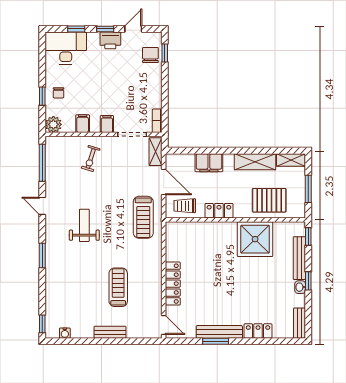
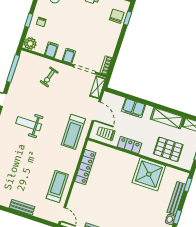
weight bench: (84, 225) -> (29, 124), turned -90
locker: (173, 284) -> (85, 167), moved
treadmill: (118, 287) -> (57, 186), moved

